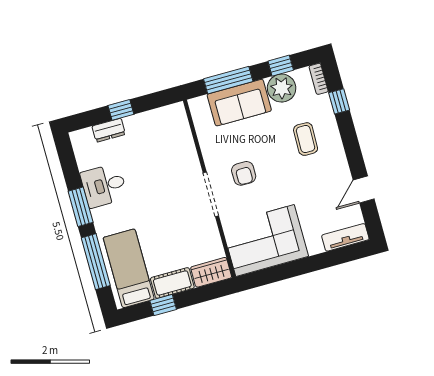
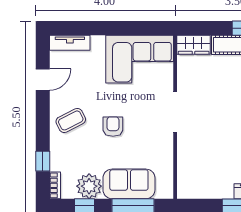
coffee table: (306, 139) -> (71, 120), moved, turned 62
armchair: (244, 173) -> (113, 127), moved

